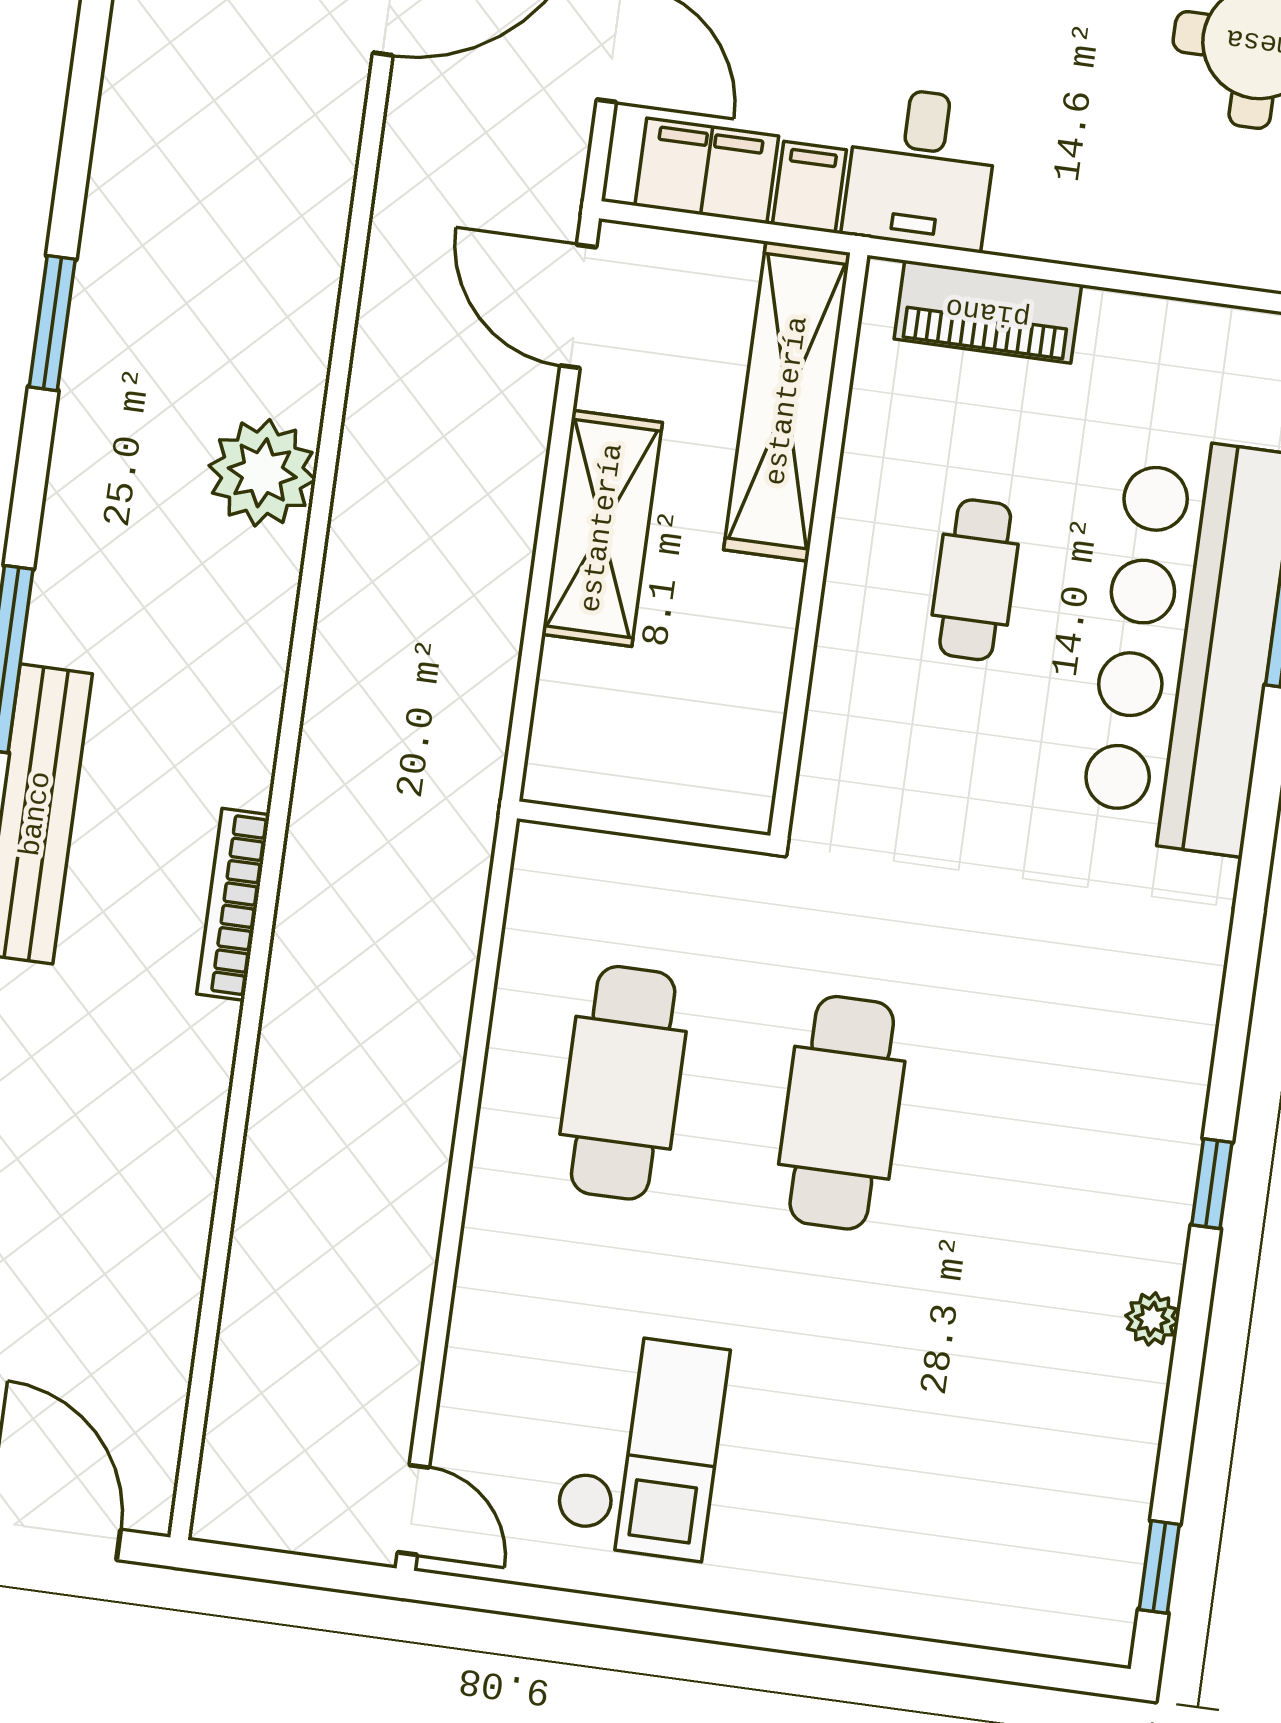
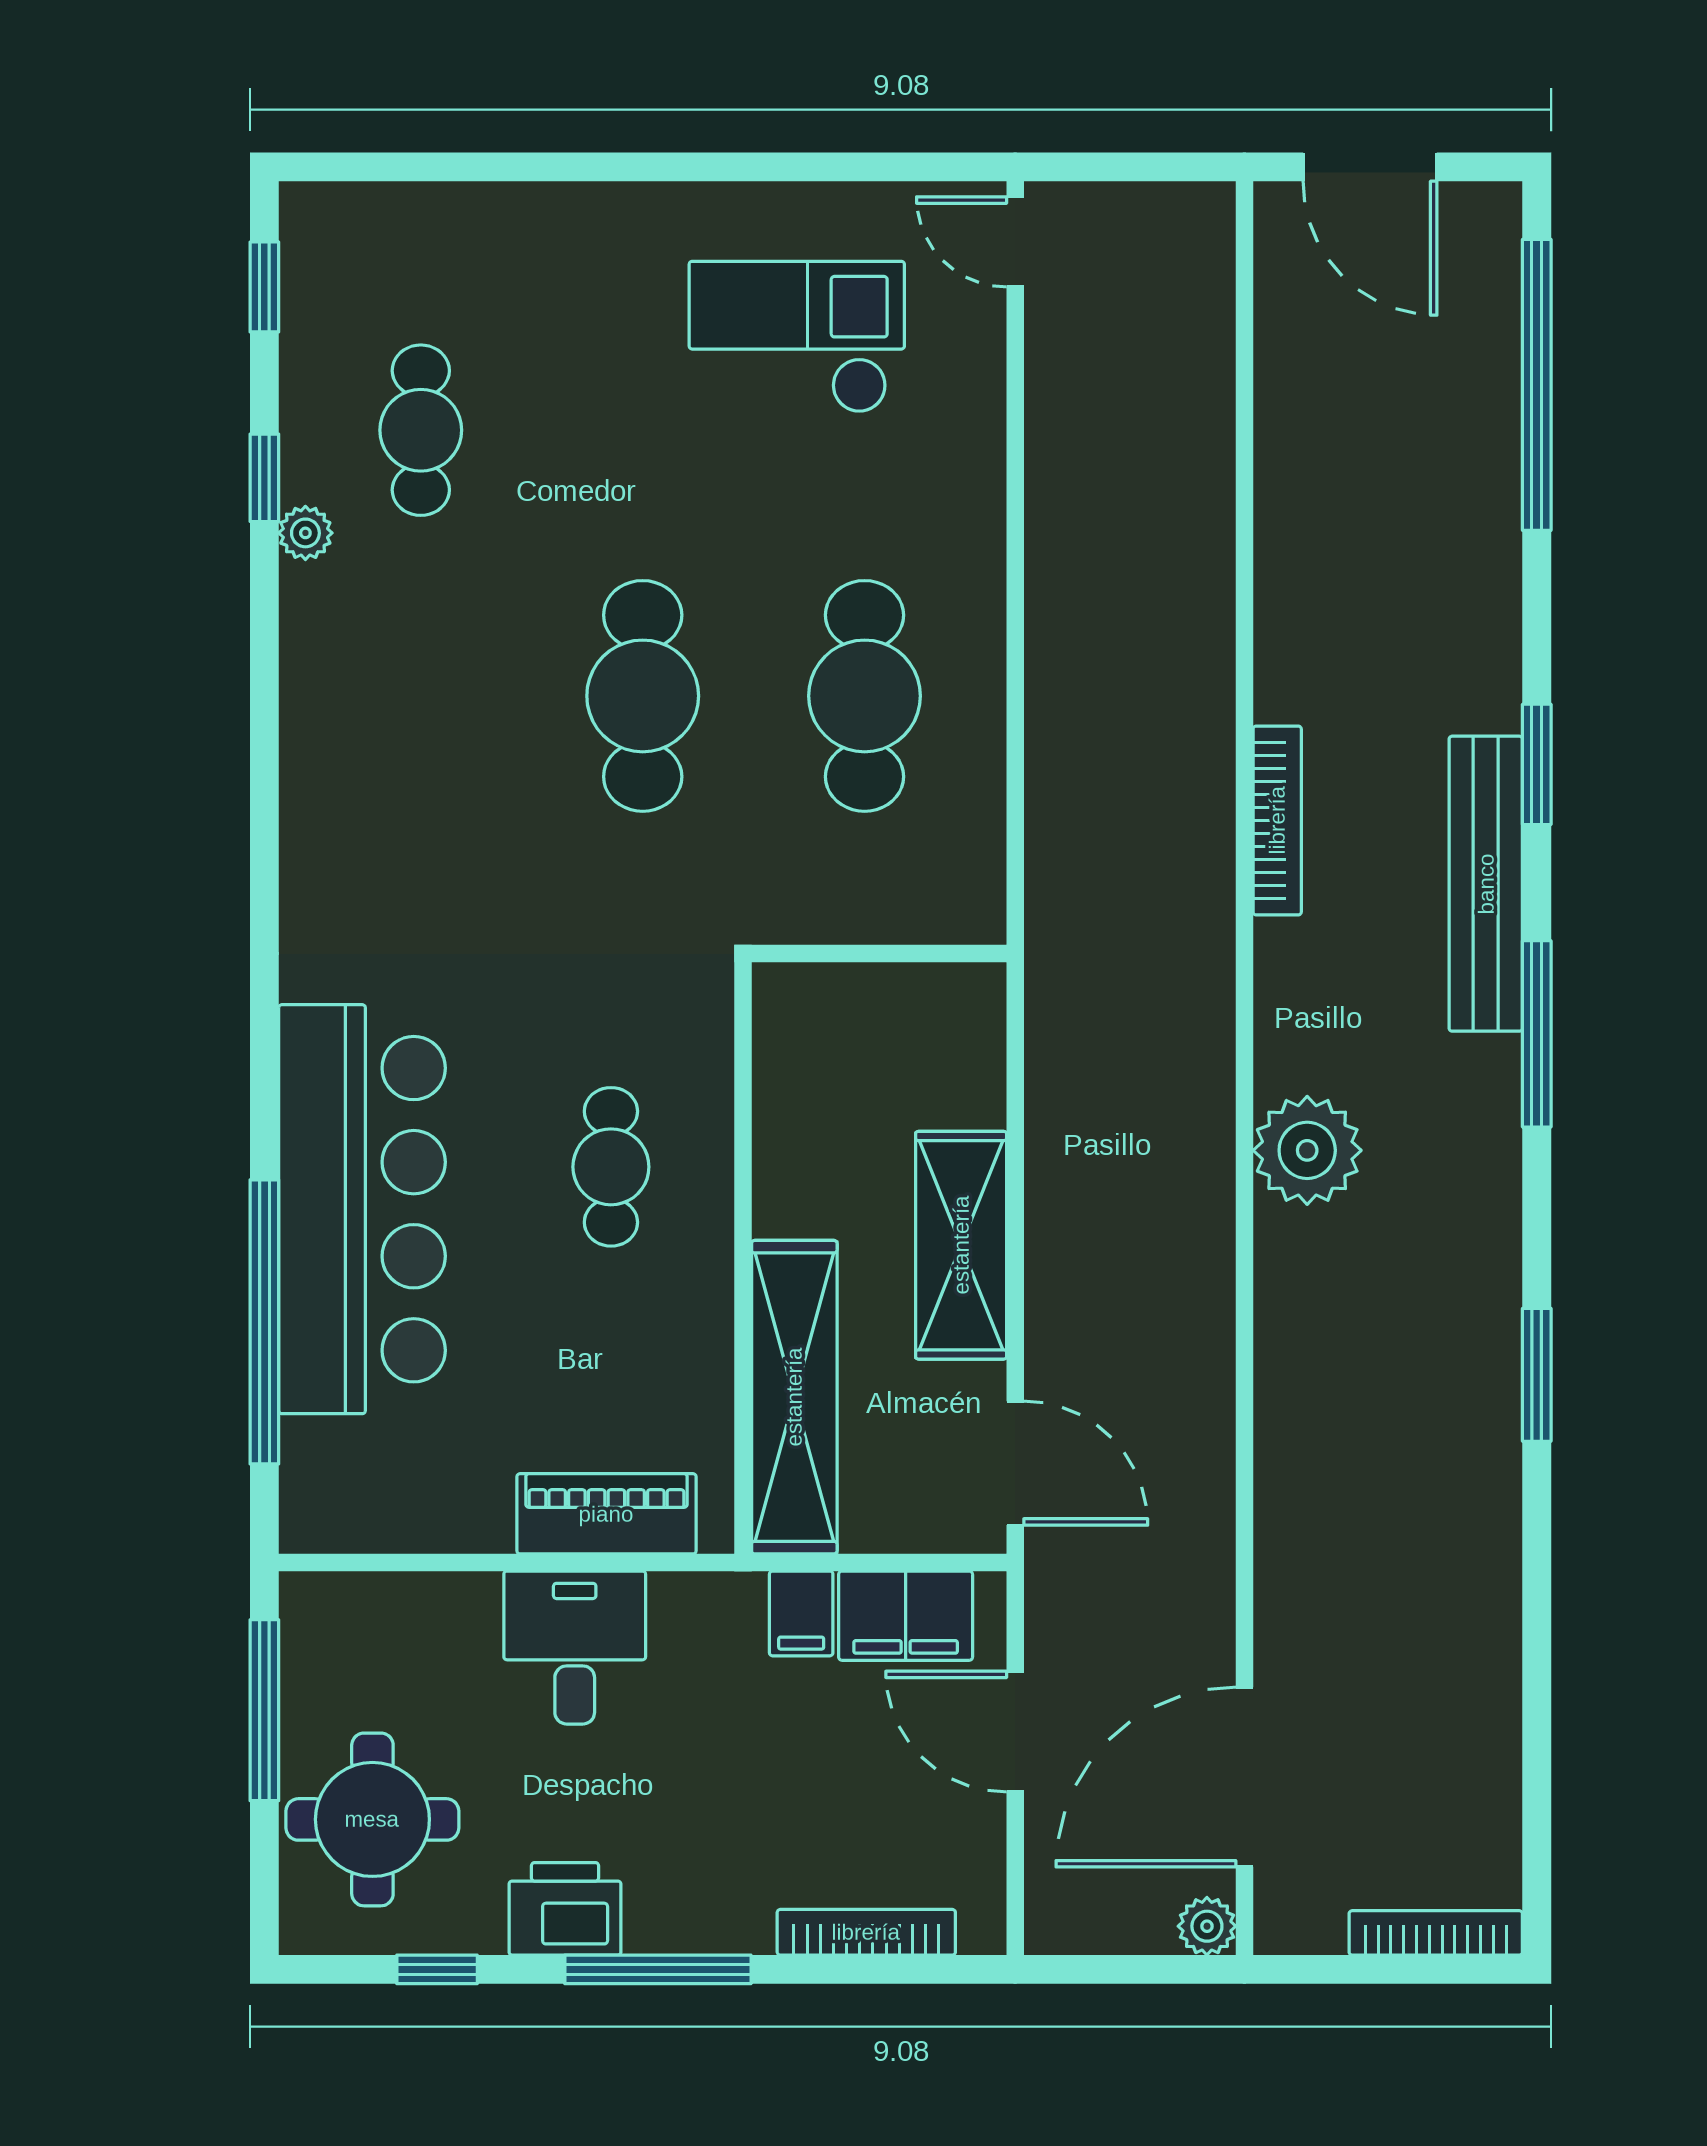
desk: (921, 168) -> (575, 1648), moved
plant: (262, 473) -> (1307, 1150), moved
cafe table: (975, 580) -> (611, 1167), moved
window: (1212, 1184) -> (264, 478), moved
cafe table: (1025, 1405) -> (421, 430), added
checkout: (641, 1446) -> (797, 337), turned 90

